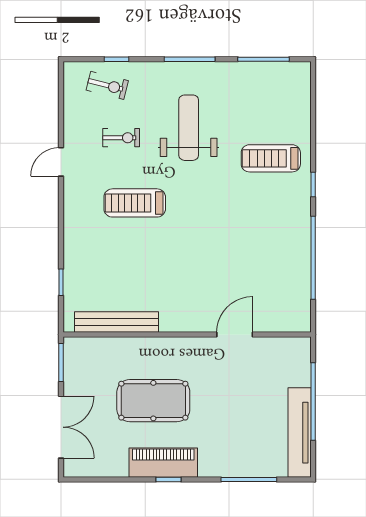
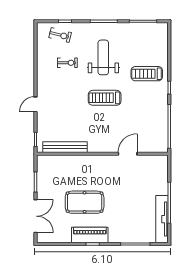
door: (61, 162) -> (36, 104), moved
treadmill: (135, 203) -> (105, 98), moved
bench: (117, 322) -> (65, 147), moved
wall: (187, 335) -> (102, 154), moved
door: (235, 335) -> (128, 154), moved

